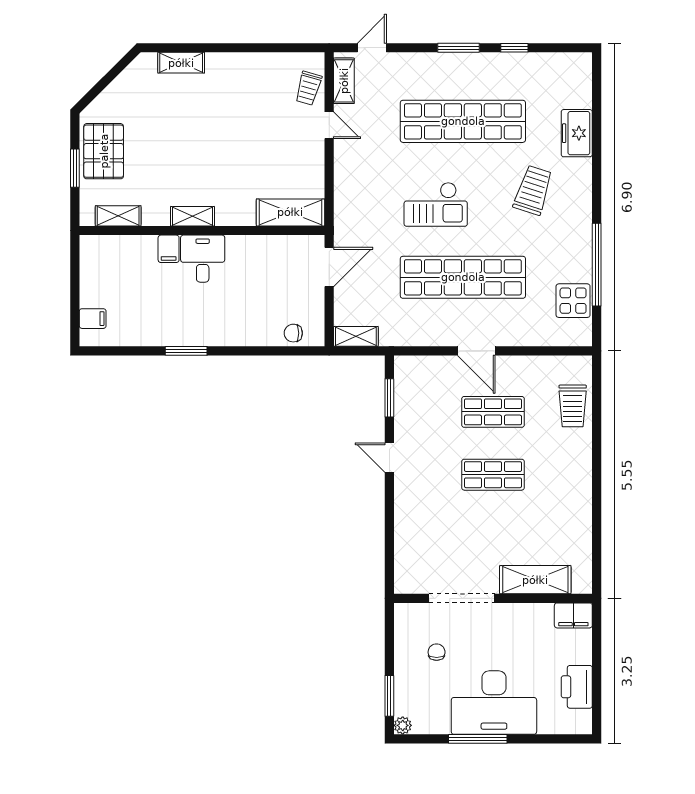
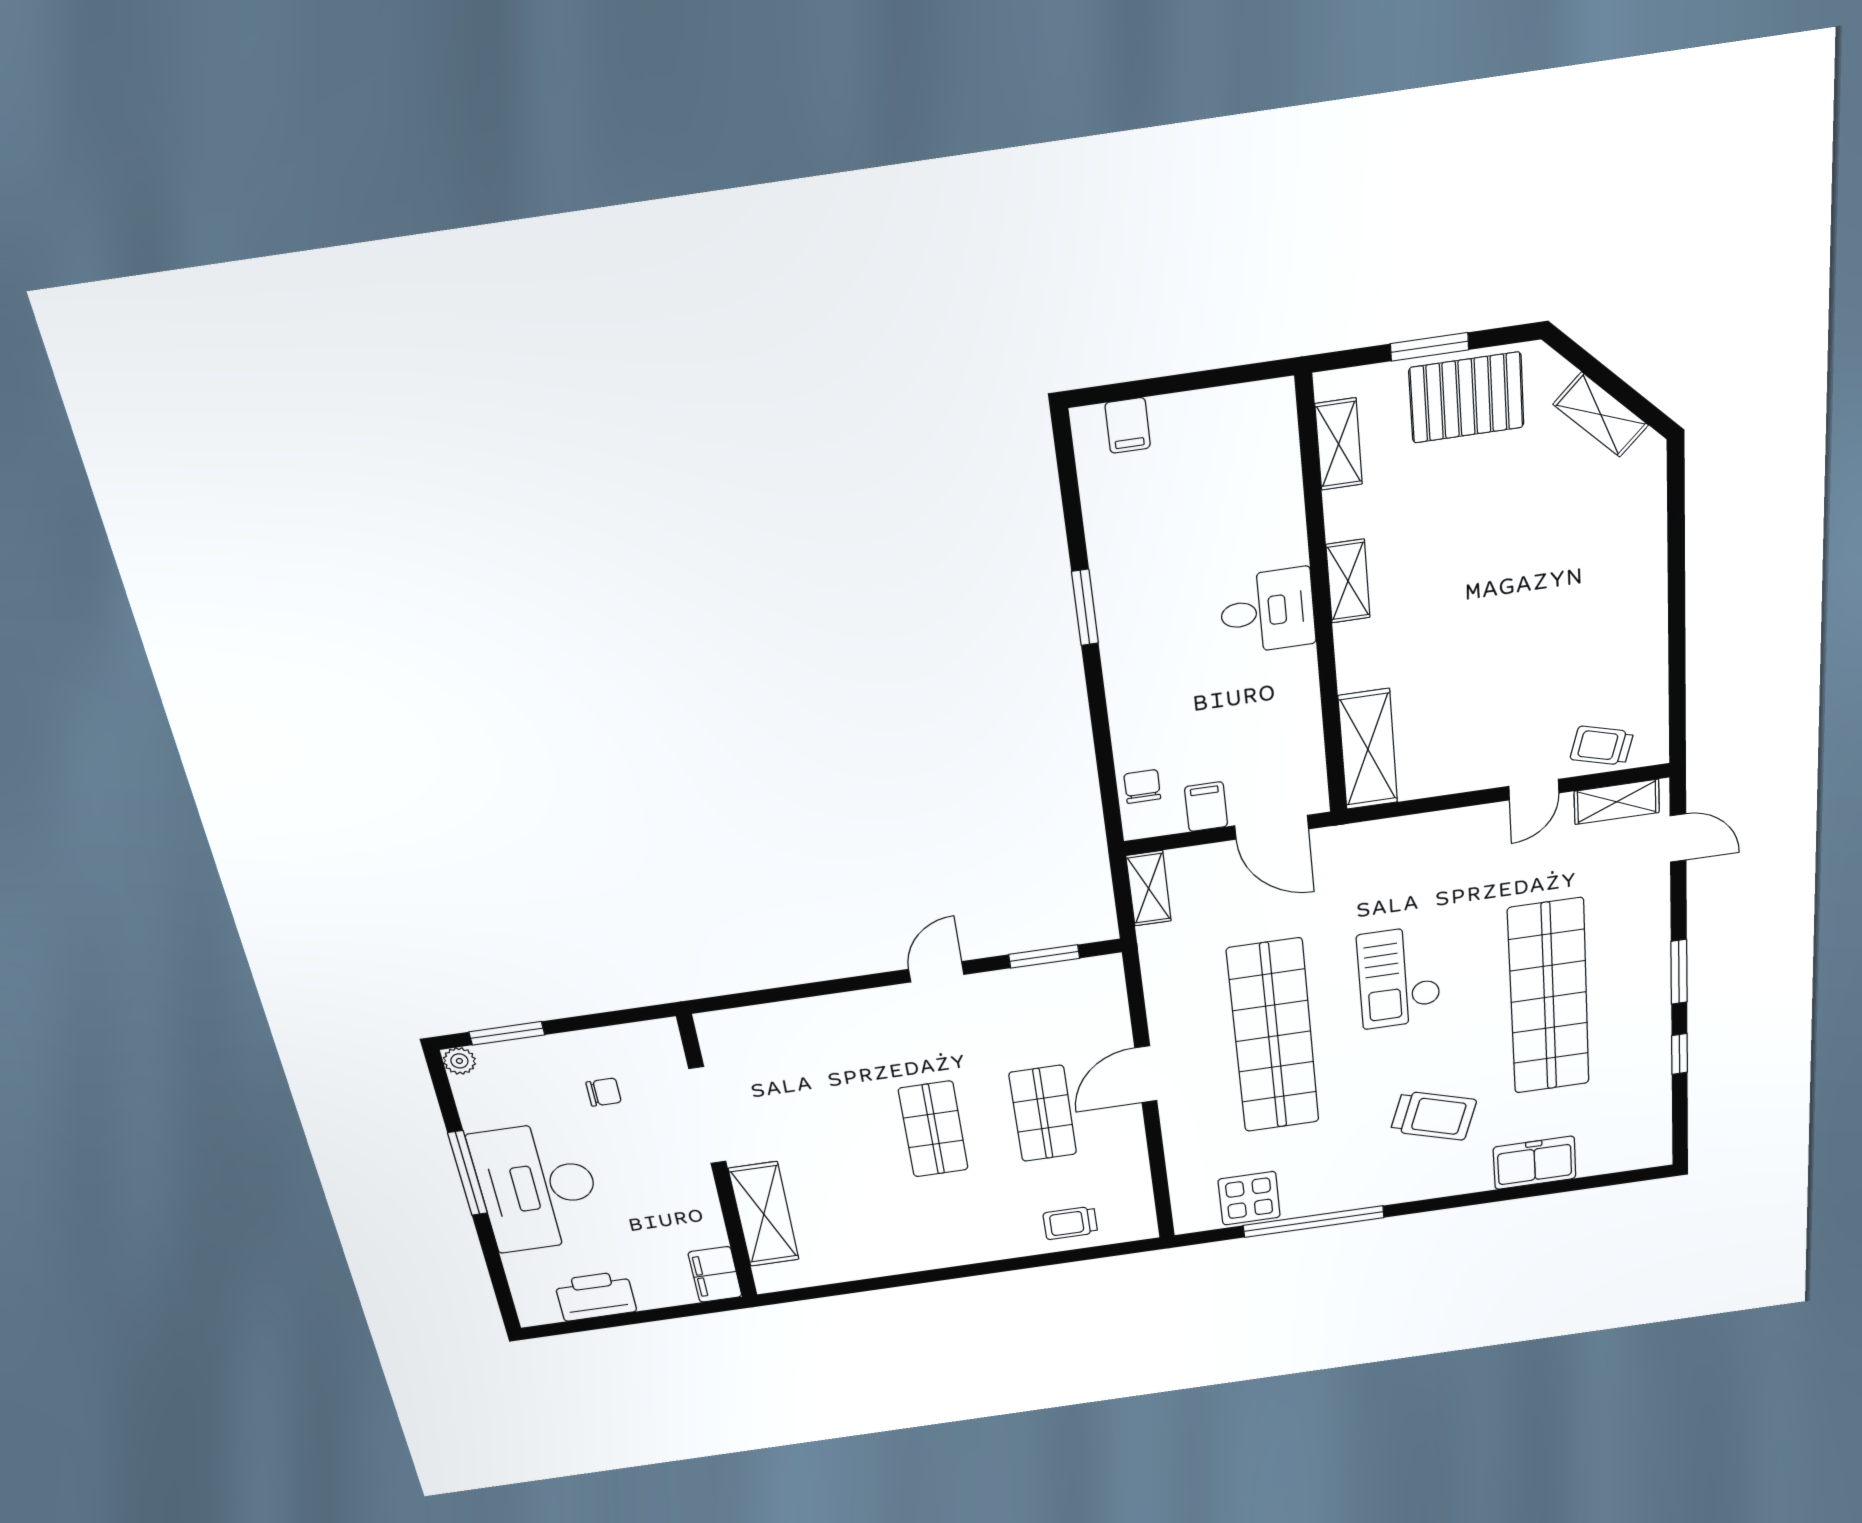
shelving: (181, 63) -> (1601, 415), moved, turned -45
filing cabinet: (169, 249) -> (1206, 807), moved, turned 90
trolley: (573, 406) -> (1070, 1223), width x0.73, depth x0.72

